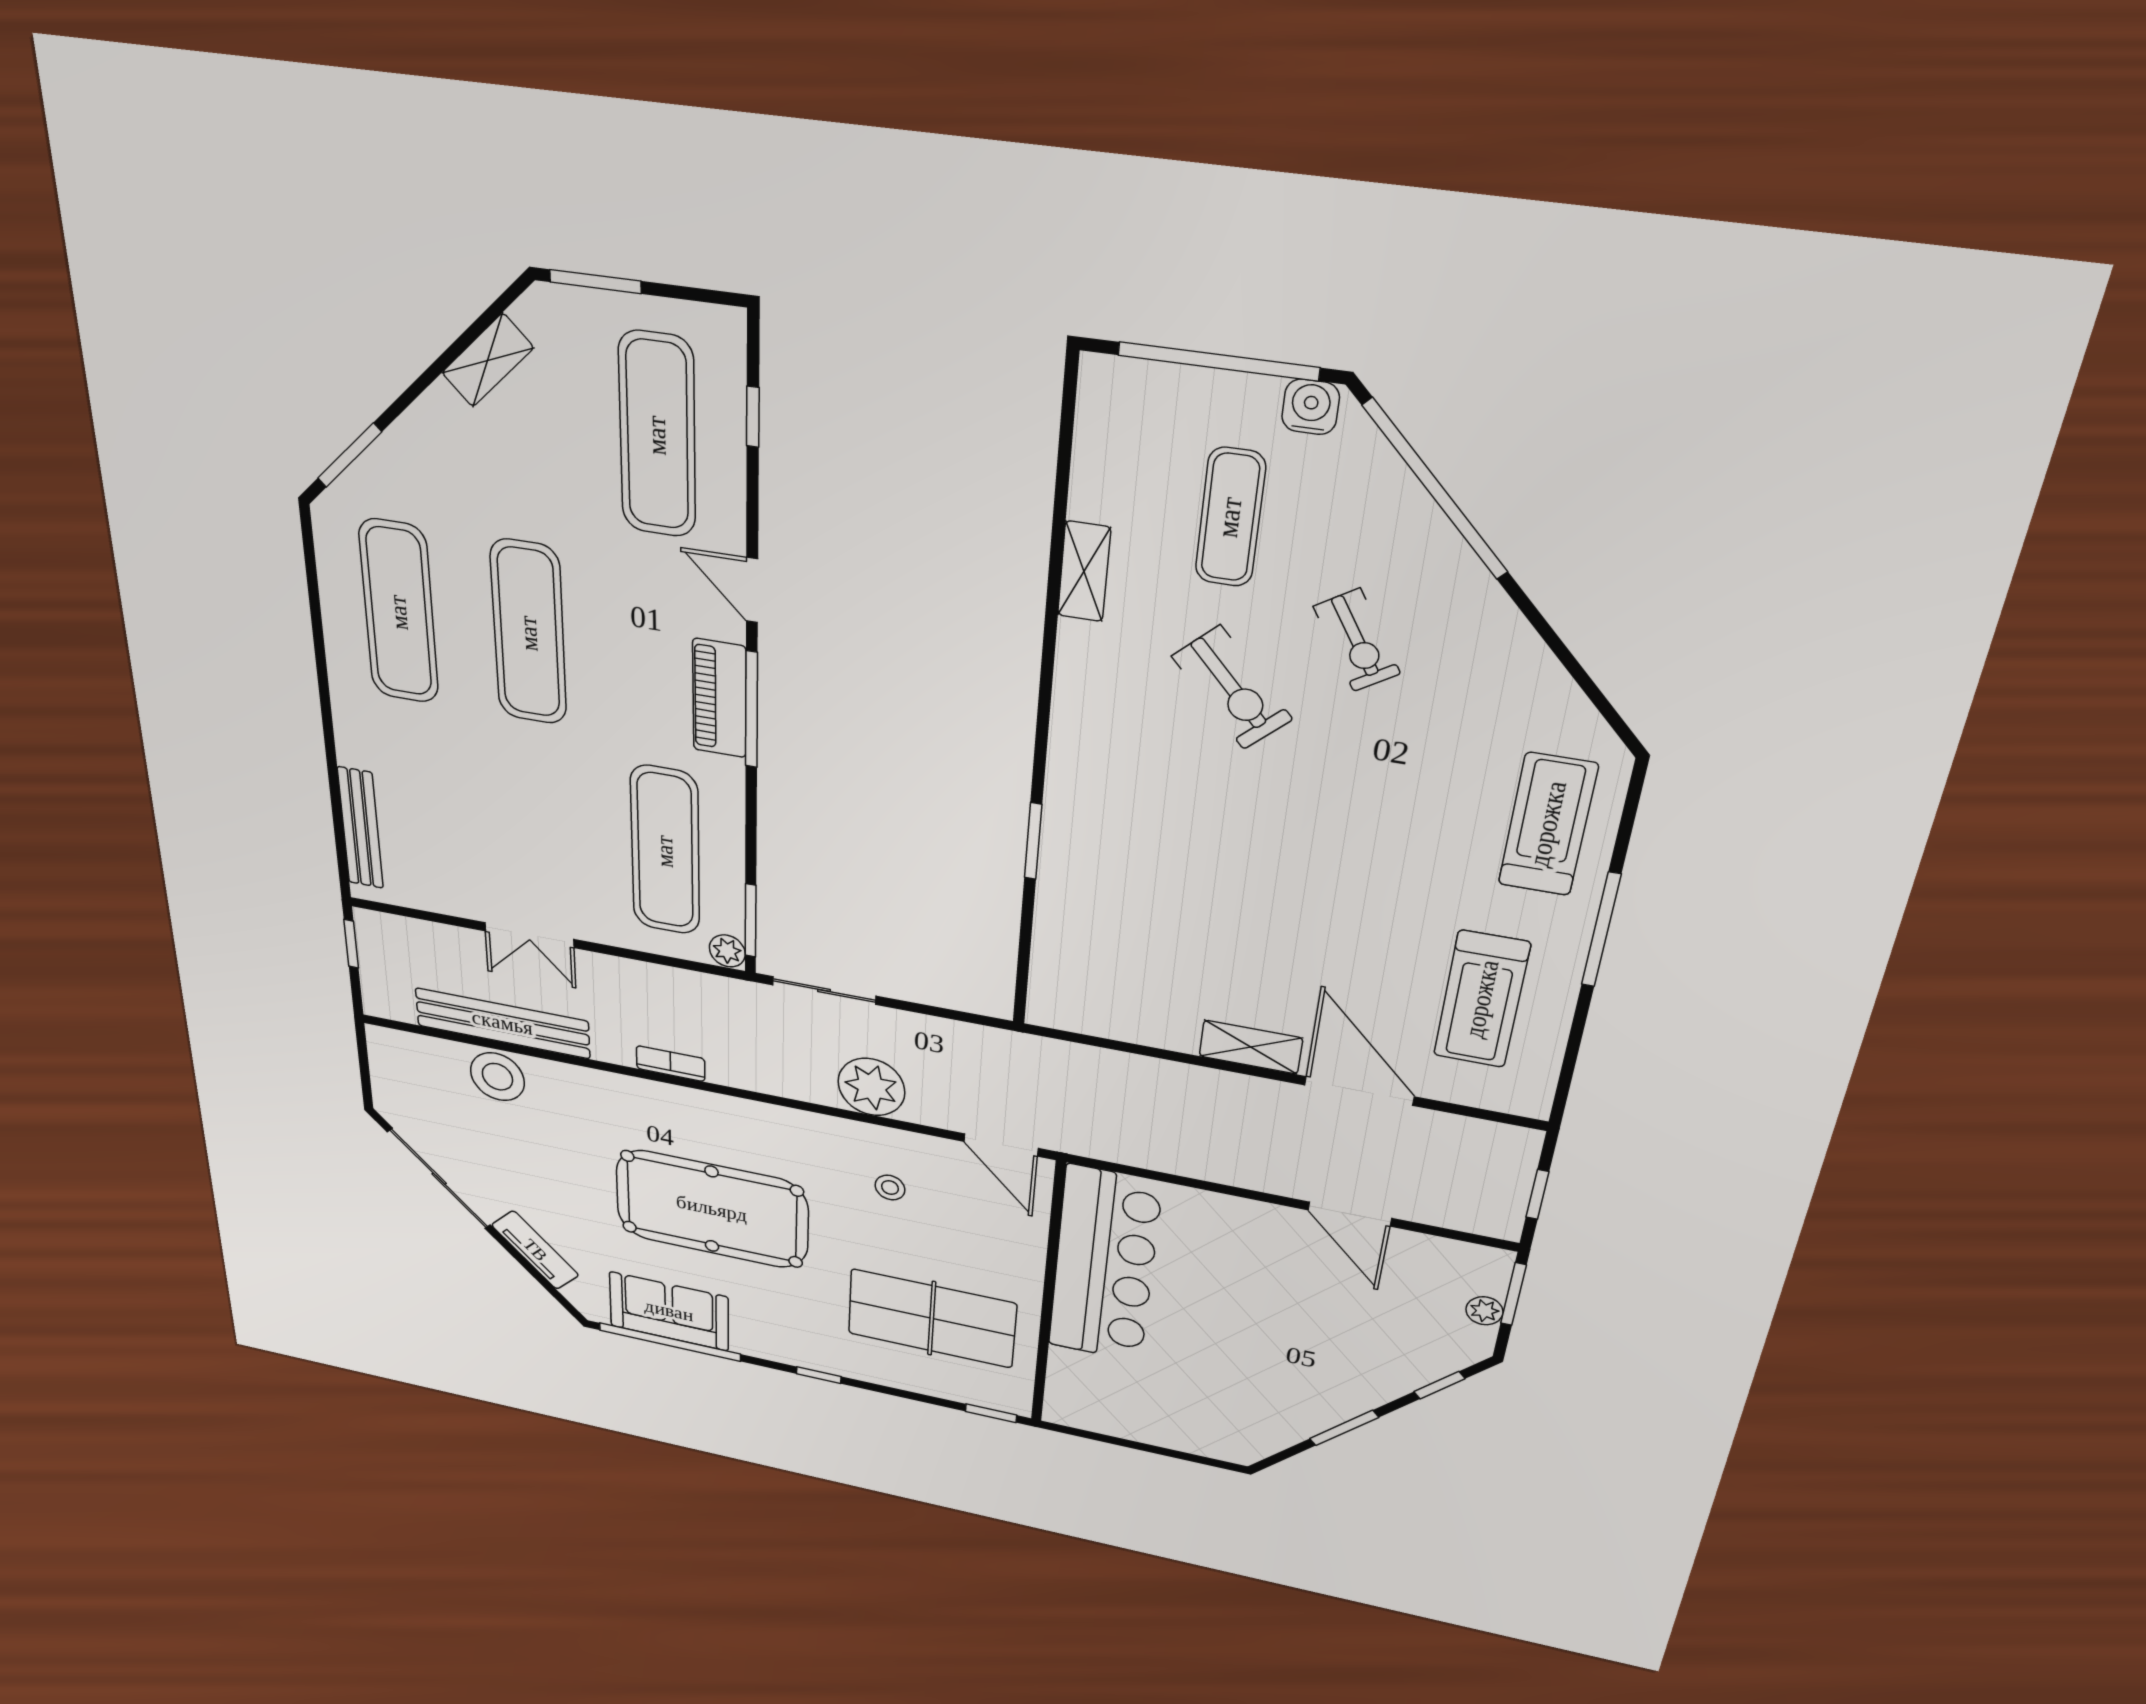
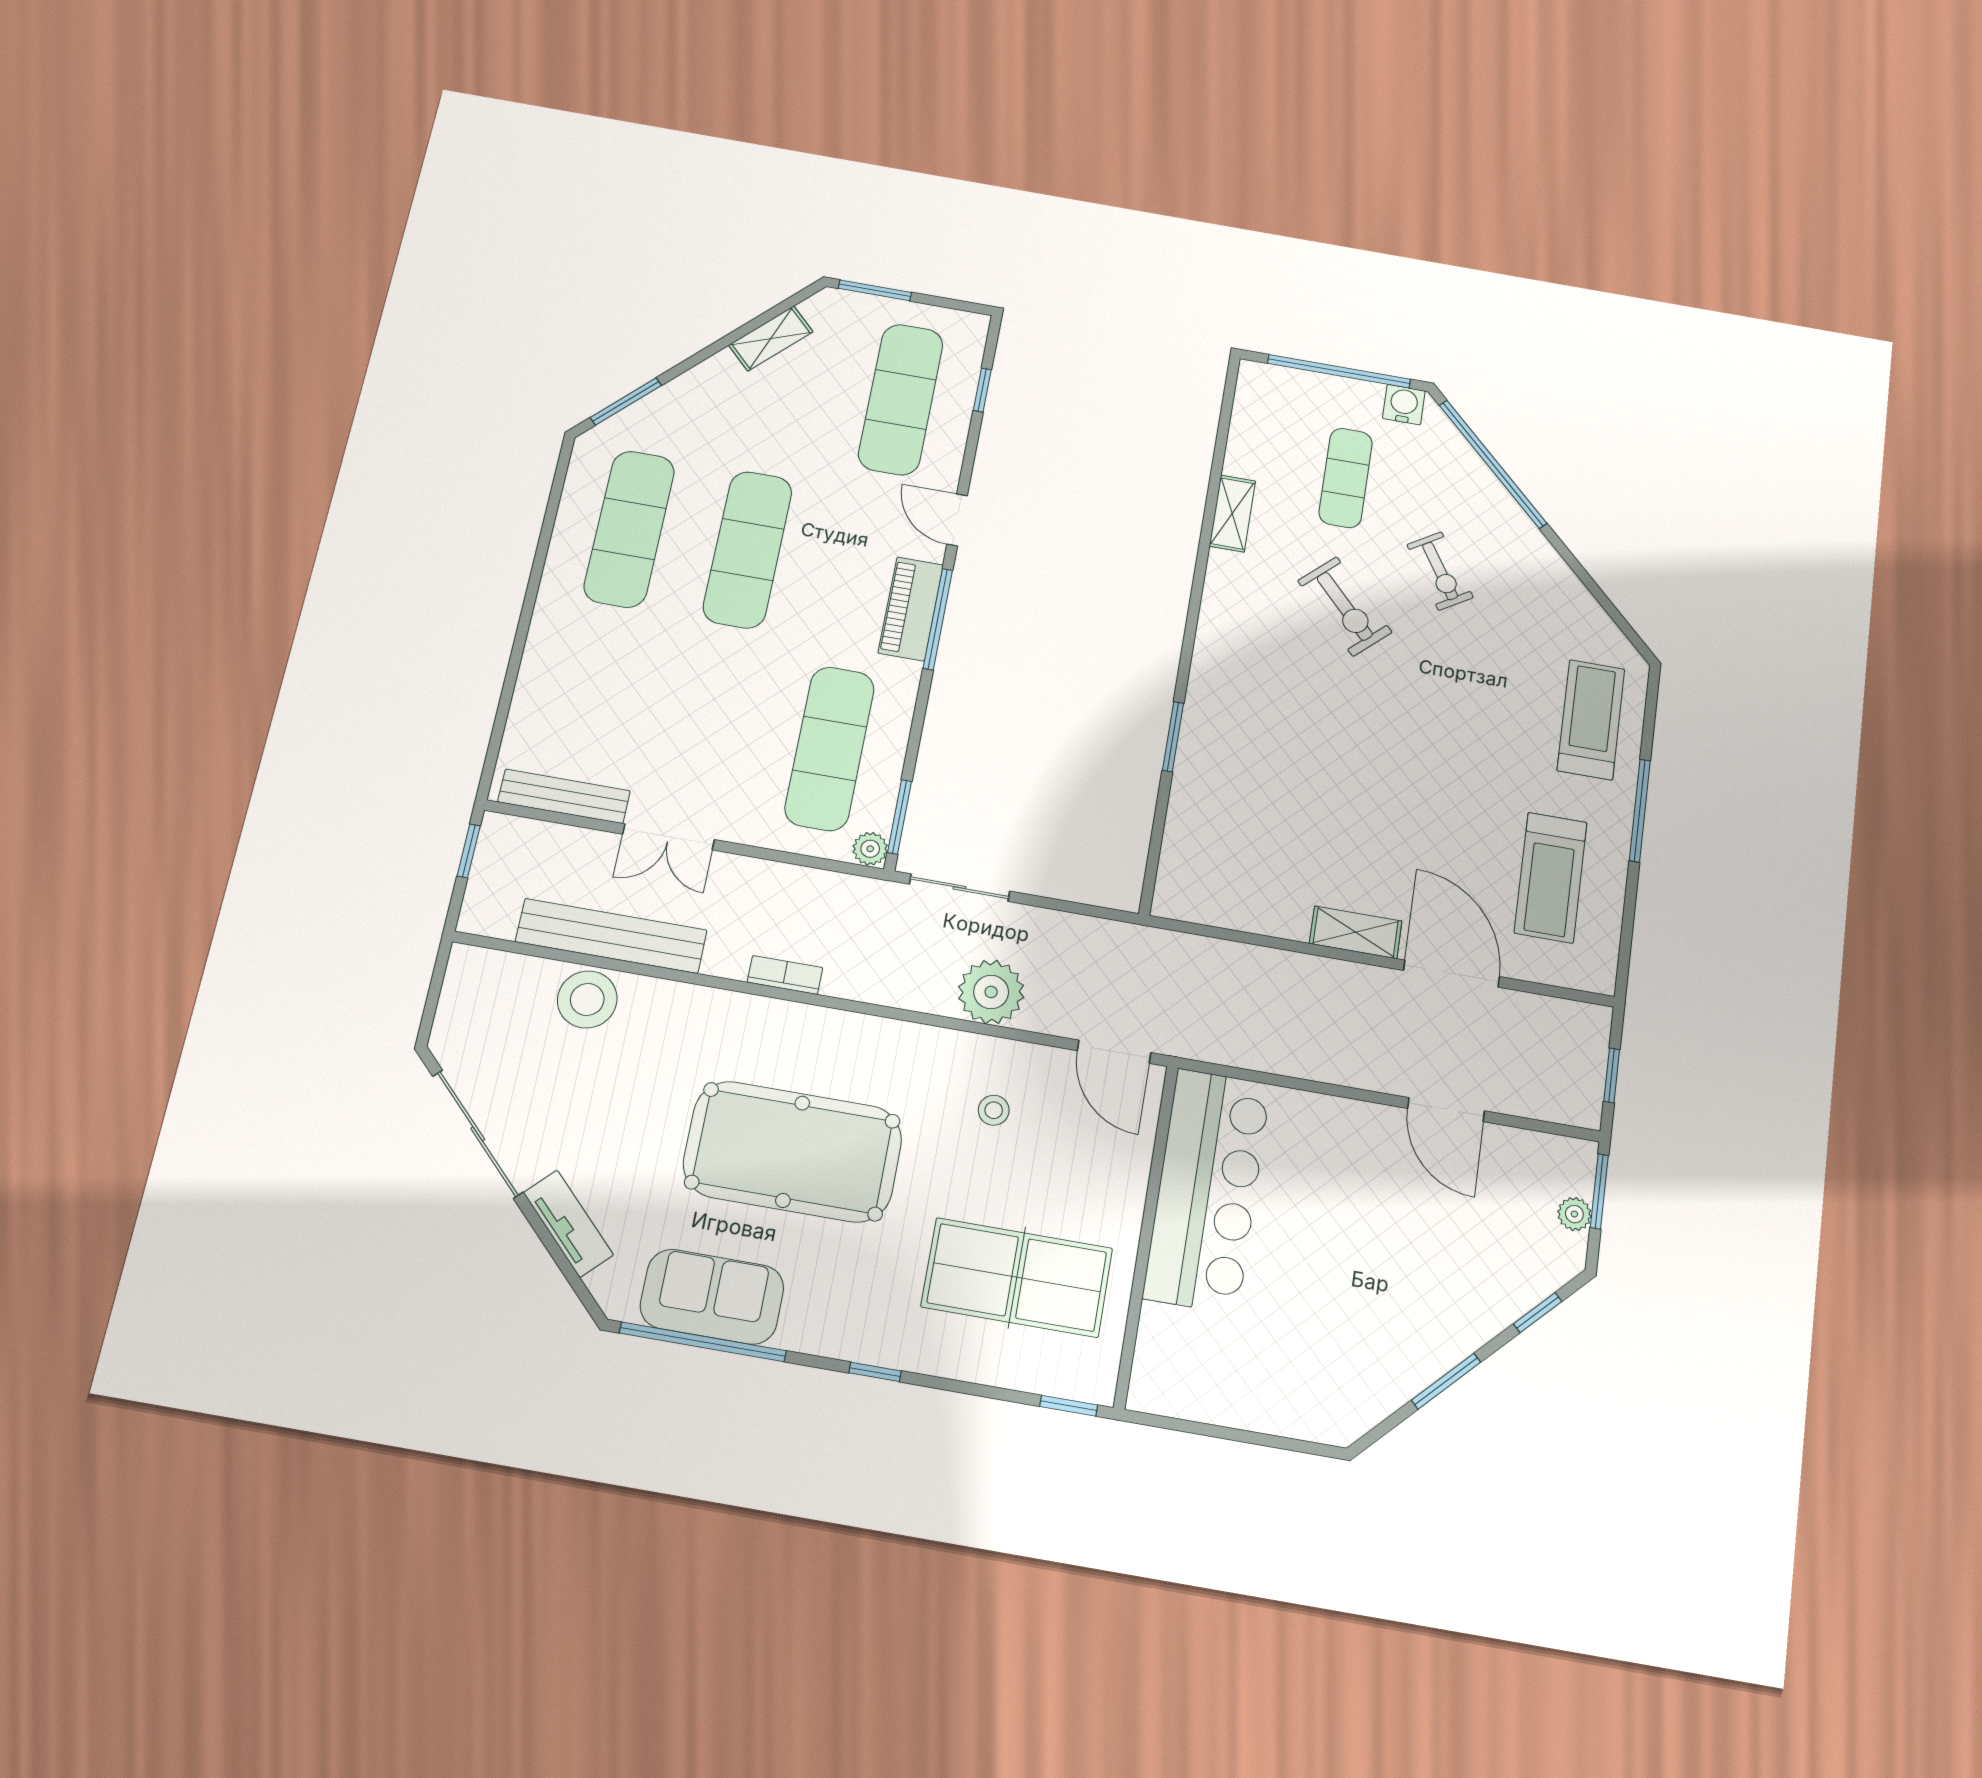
bench: (360, 828) -> (564, 796), moved, turned 90

